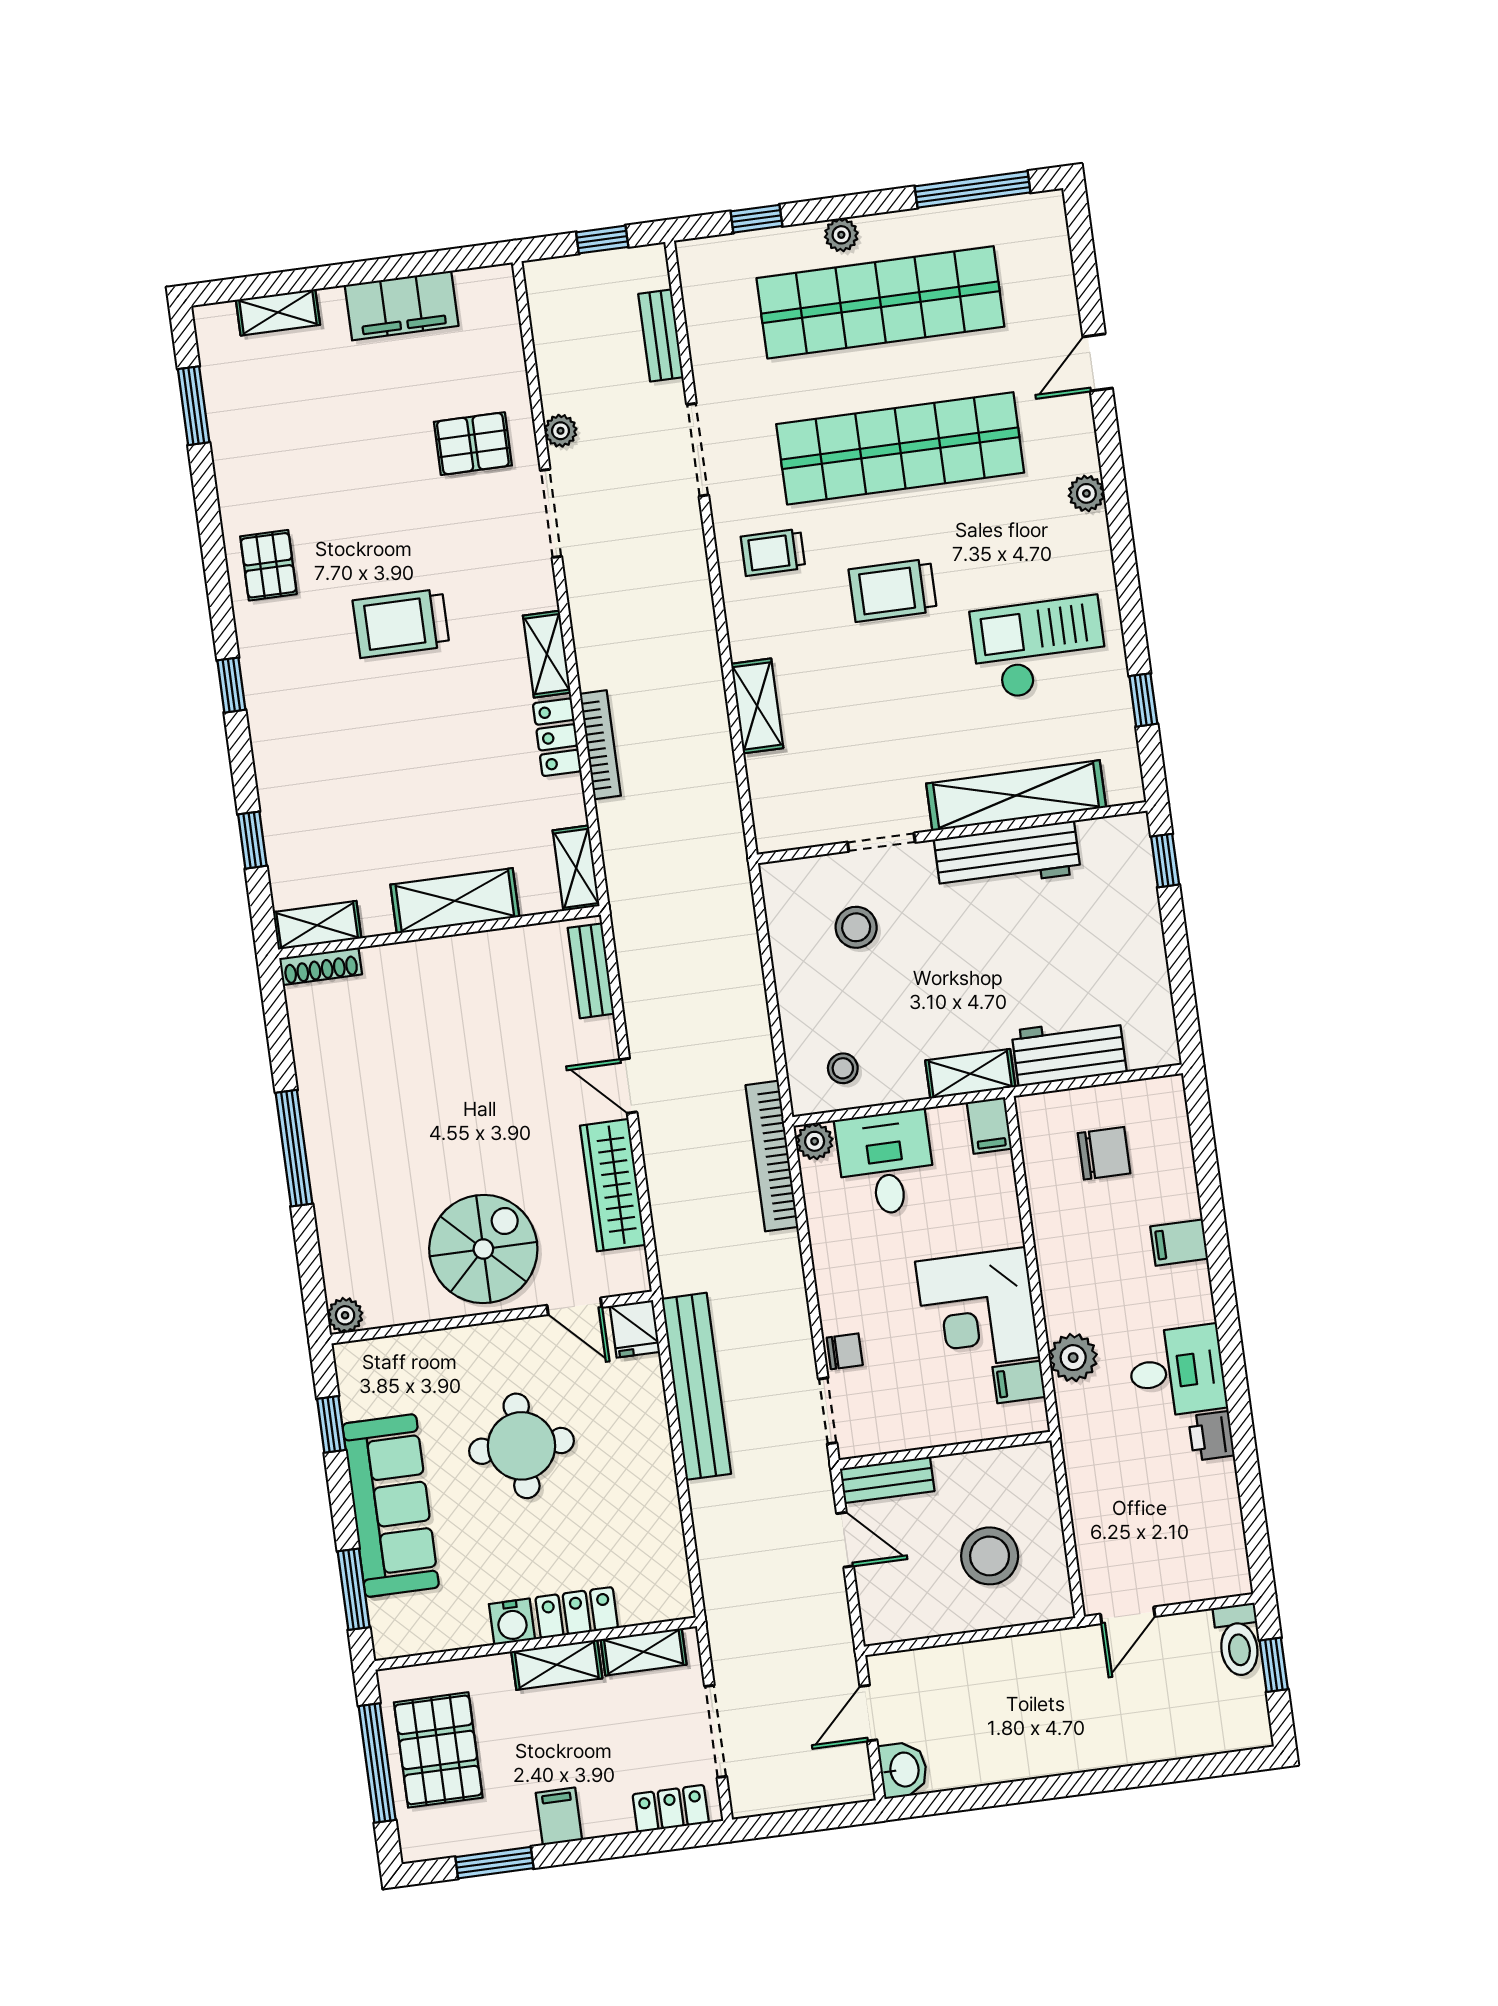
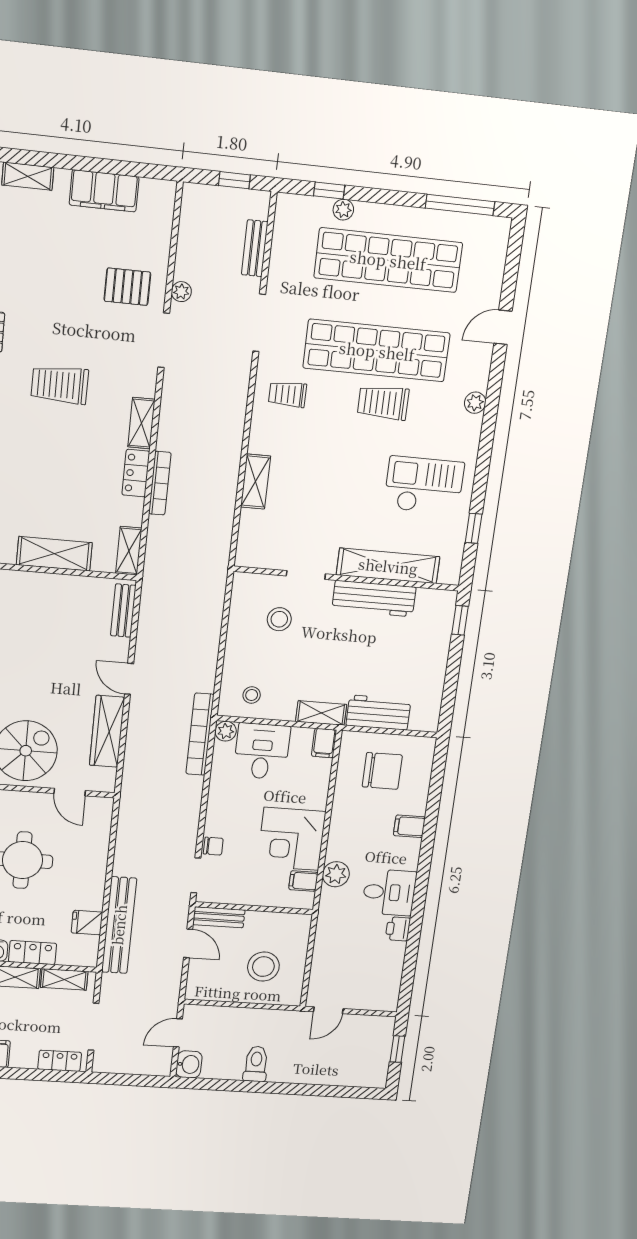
plant: (841, 235) -> (343, 210), moved
trolley: (893, 590) -> (383, 403), moved
chair: (1104, 1153) -> (382, 771), width x1.37, depth x1.37
fridge: (635, 1329) -> (87, 923), moved, turned 90
bench: (696, 1386) -> (119, 925), moved
toilet: (1238, 1640) -> (256, 1064), moved, turned 180

